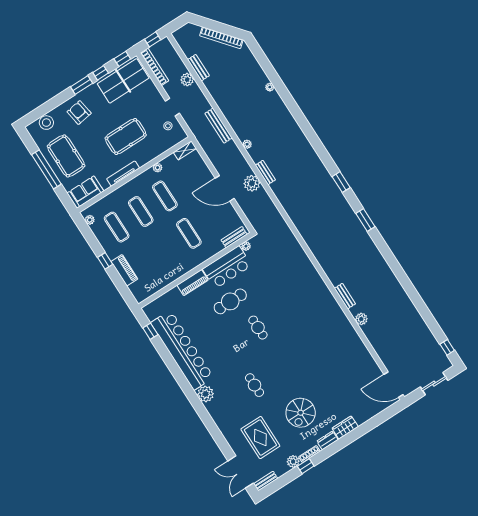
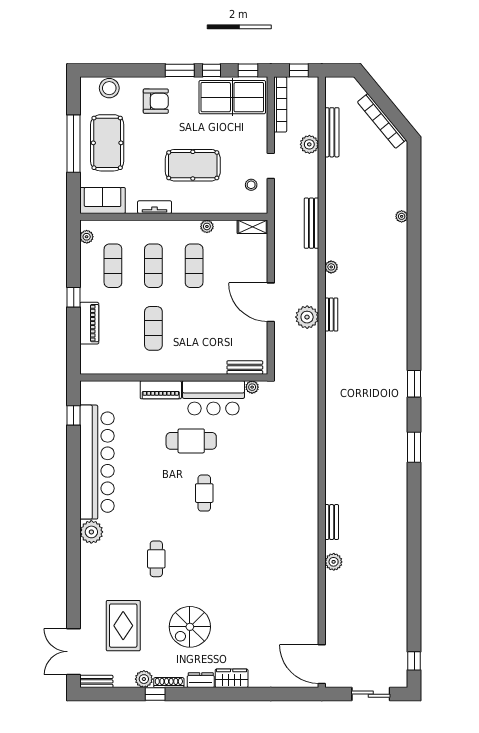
bench: (198, 68) -> (332, 132), width x1.36
armchair: (79, 113) -> (156, 101), turned 99
tv unit: (123, 174) -> (155, 207), width x0.71
exercise mat: (189, 233) -> (153, 328), moved

